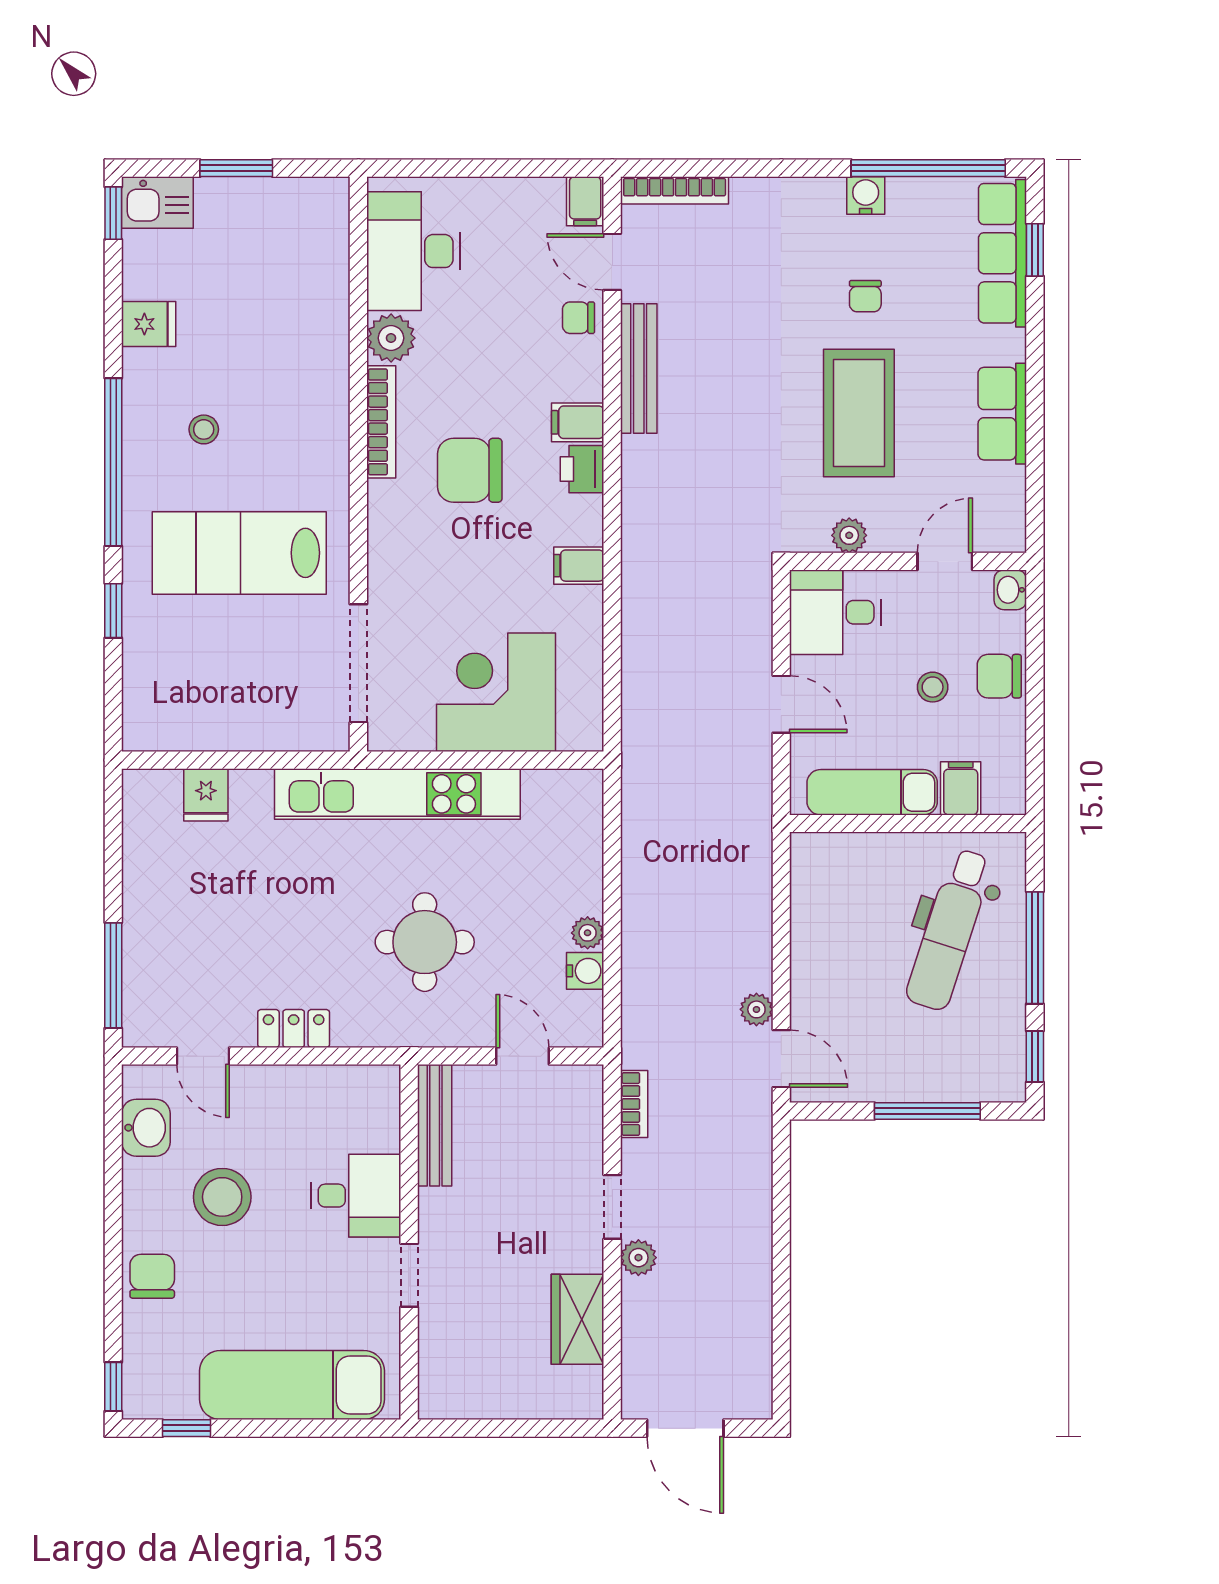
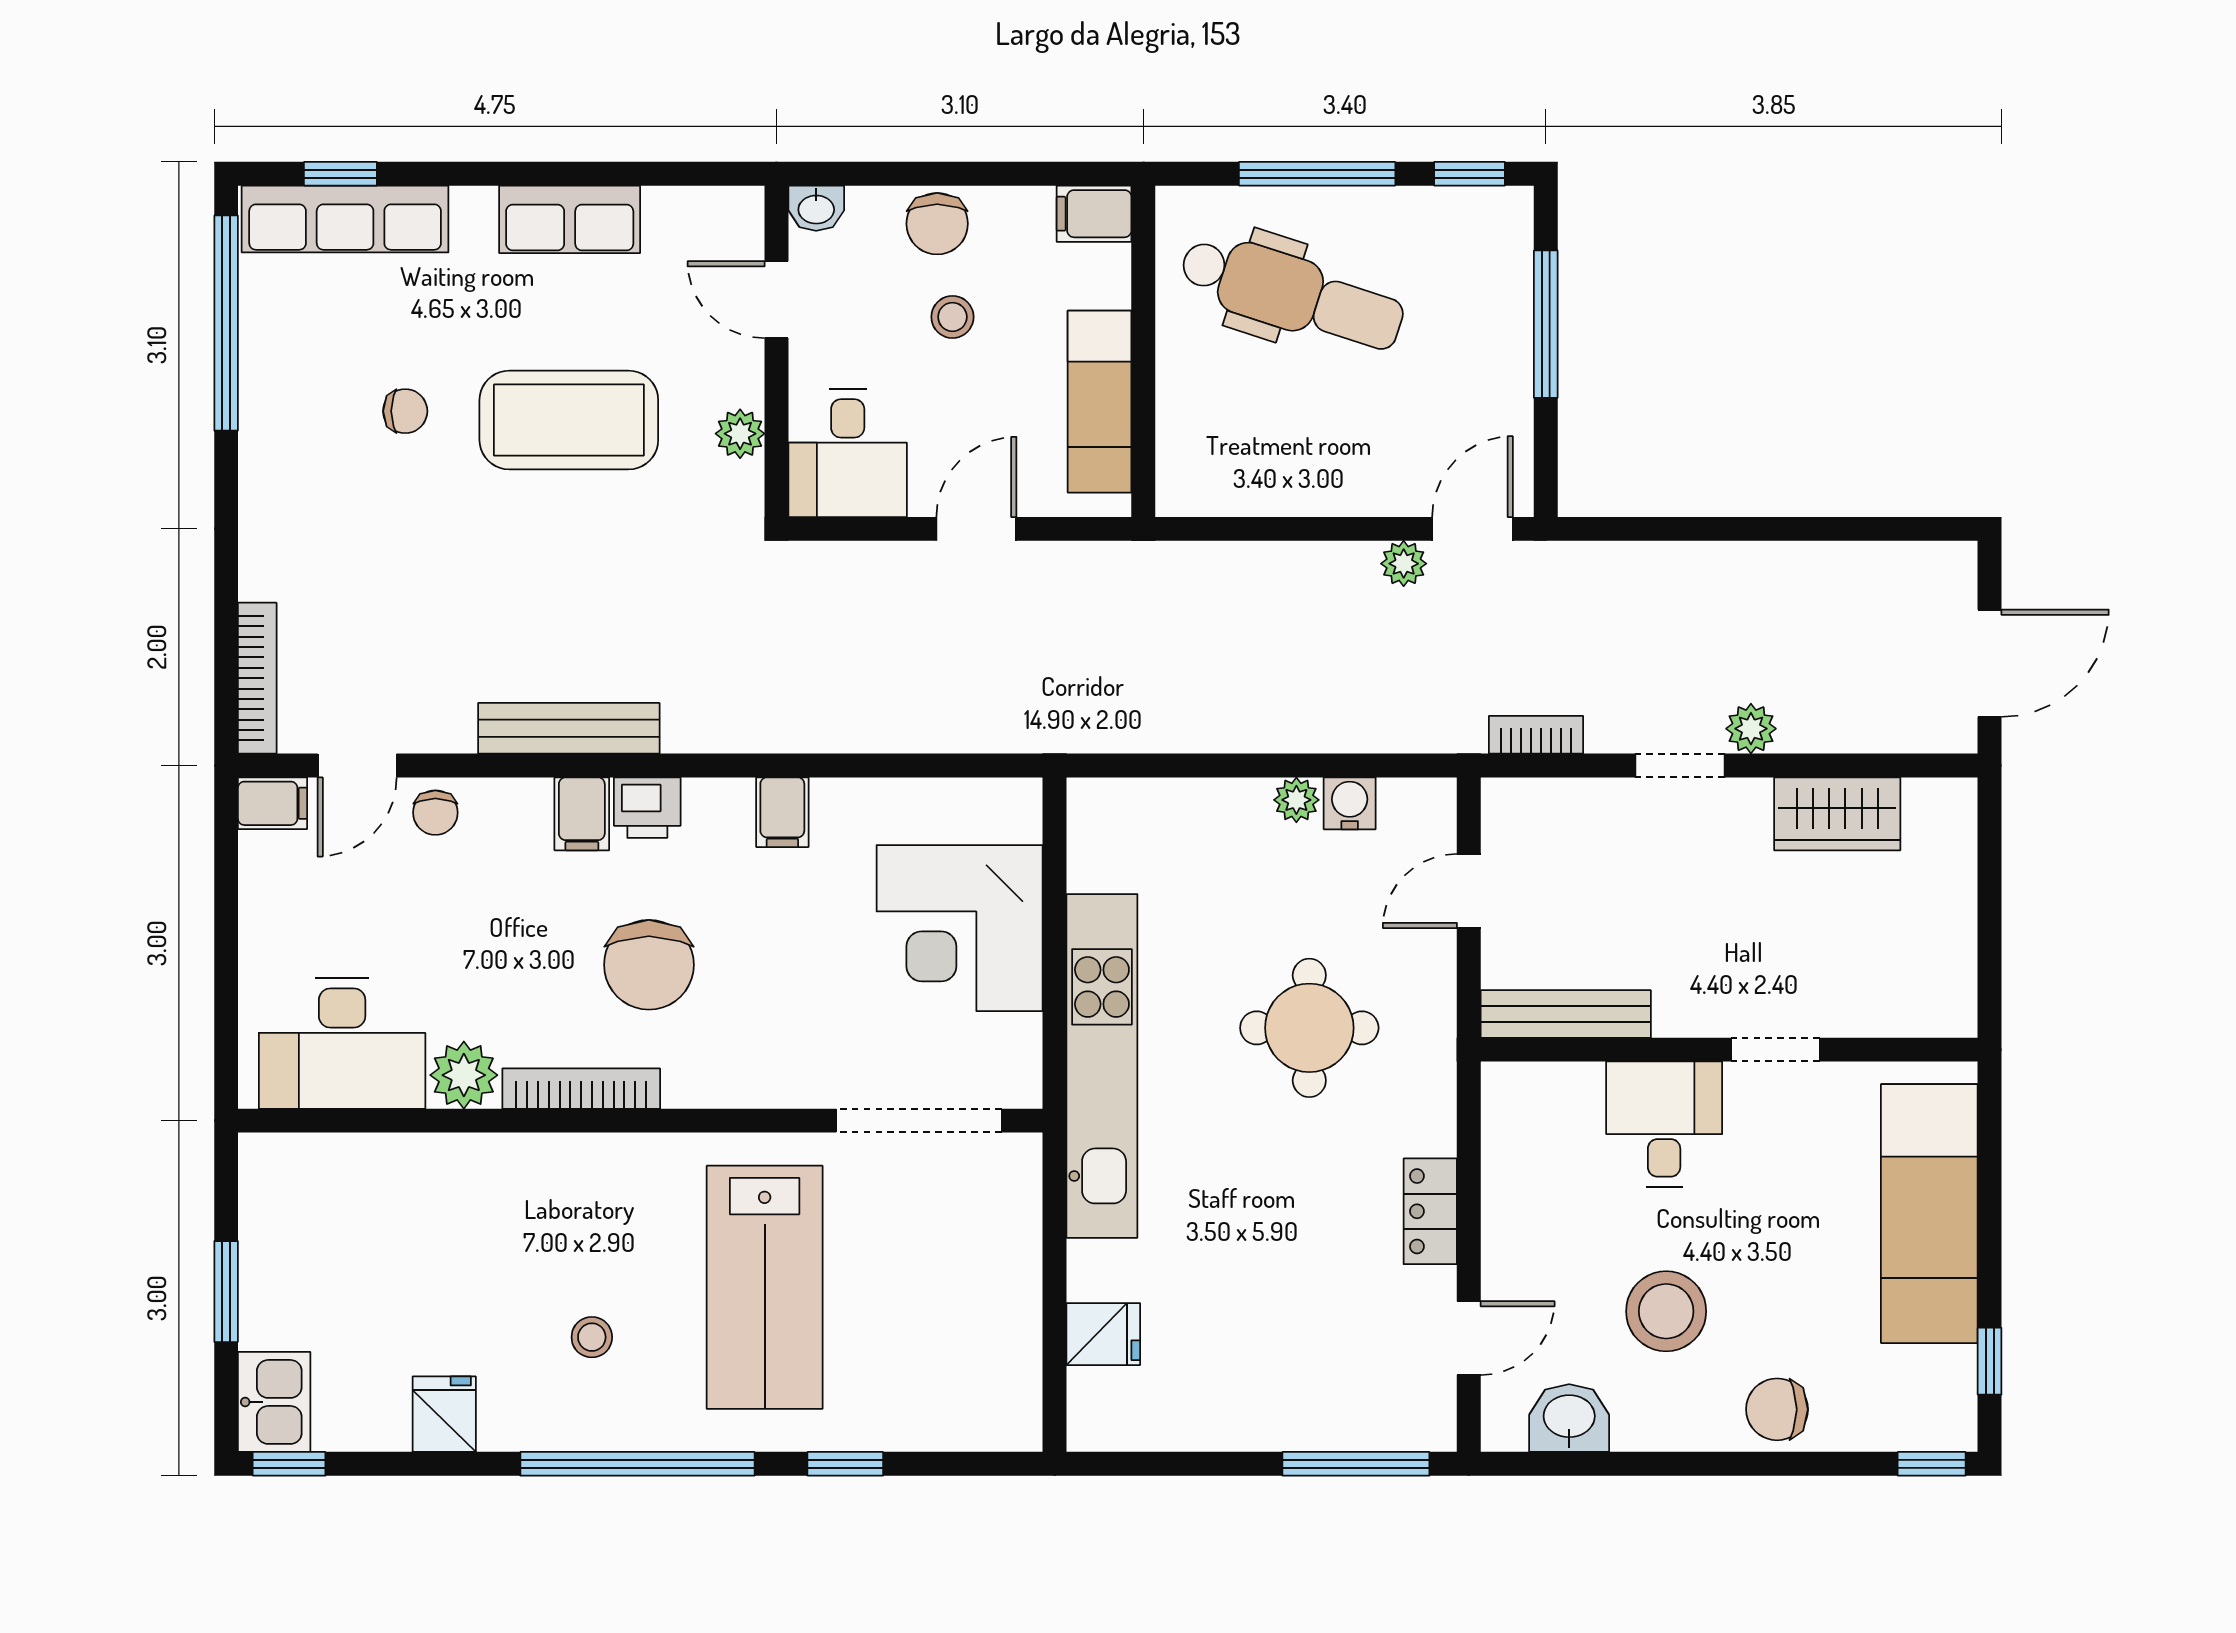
water cooler: (866, 195) -> (264, 411), removed
bench: (639, 369) -> (569, 728), moved
filing cabinet: (961, 788) -> (1094, 214), moved

